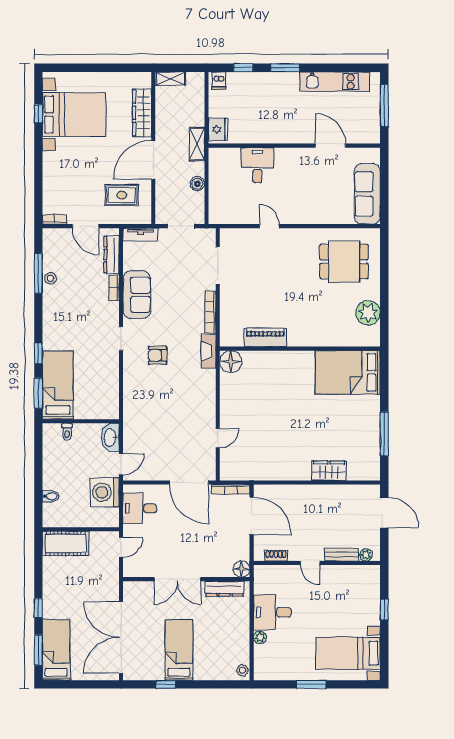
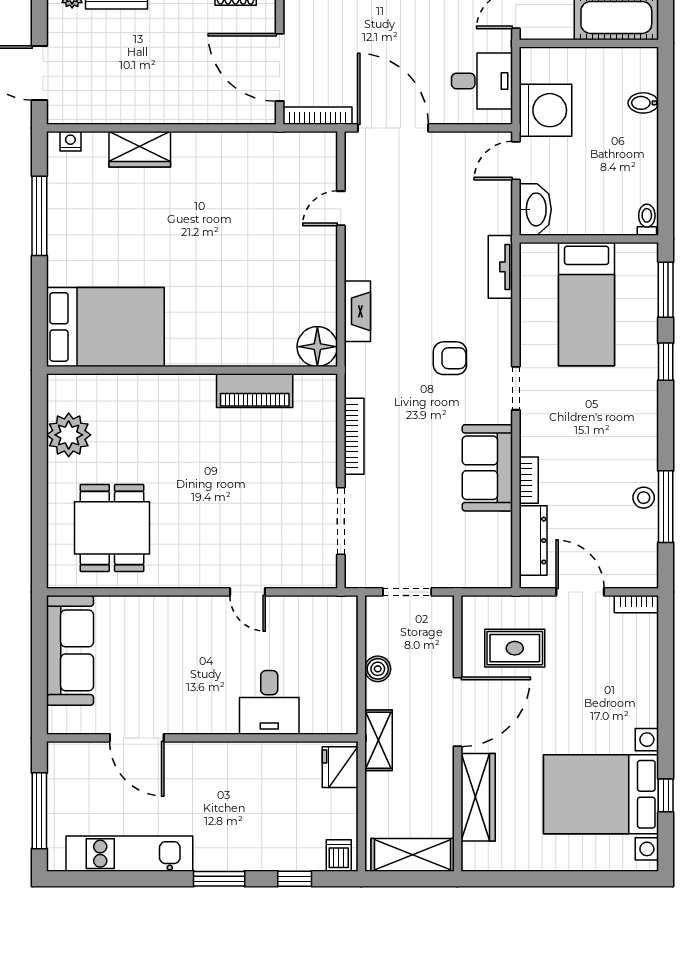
shelving: (170, 79) -> (413, 855), width x1.50, depth x1.33
tv unit: (140, 235) -> (500, 267), moved, turned -90
dining table: (344, 261) -> (112, 528), turned 90
fireplace: (209, 351) -> (357, 311), moved
bed: (58, 385) -> (587, 304), moved
toilet: (67, 432) -> (647, 220), moved
nightstand: (367, 475) -> (70, 141), added

